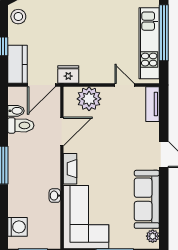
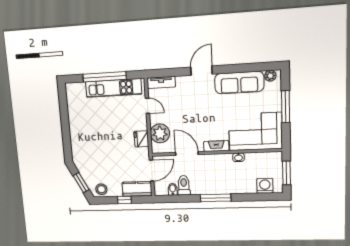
fridge: (68, 75) -> (141, 139), moved
door: (41, 85) -> (152, 171), hinge flipped
door: (125, 85) -> (147, 106), swing flipped

